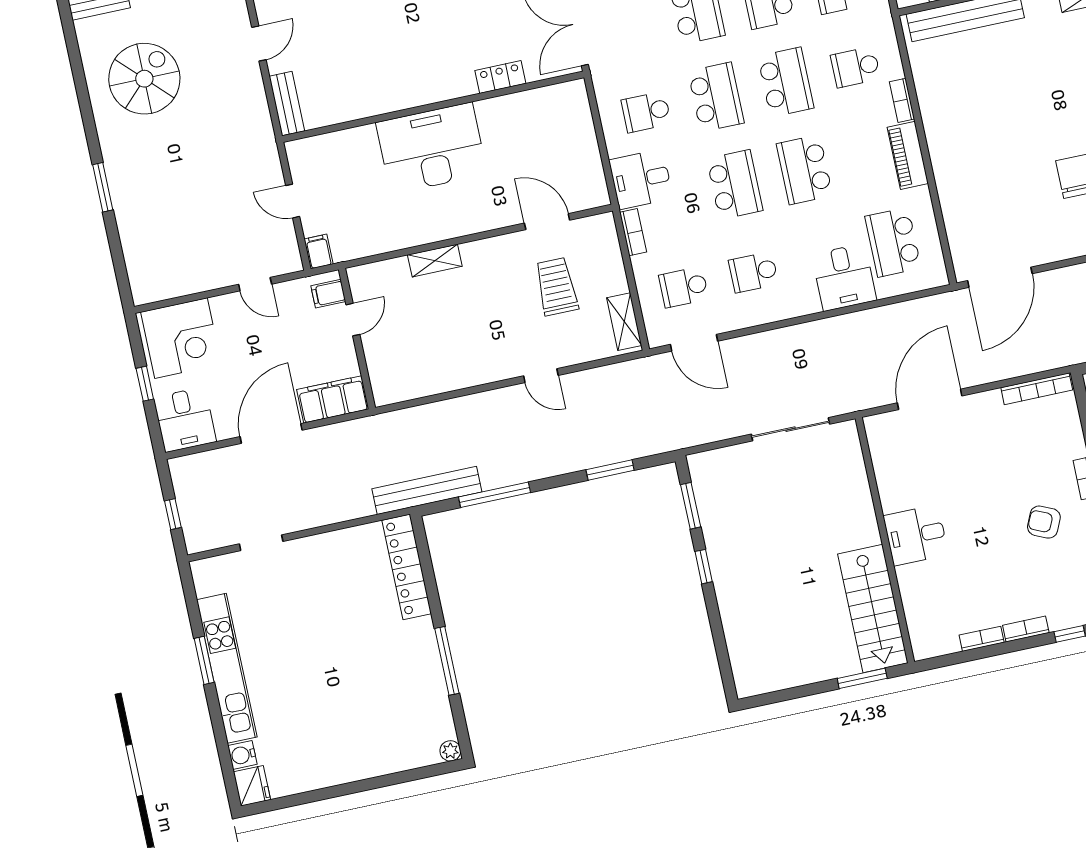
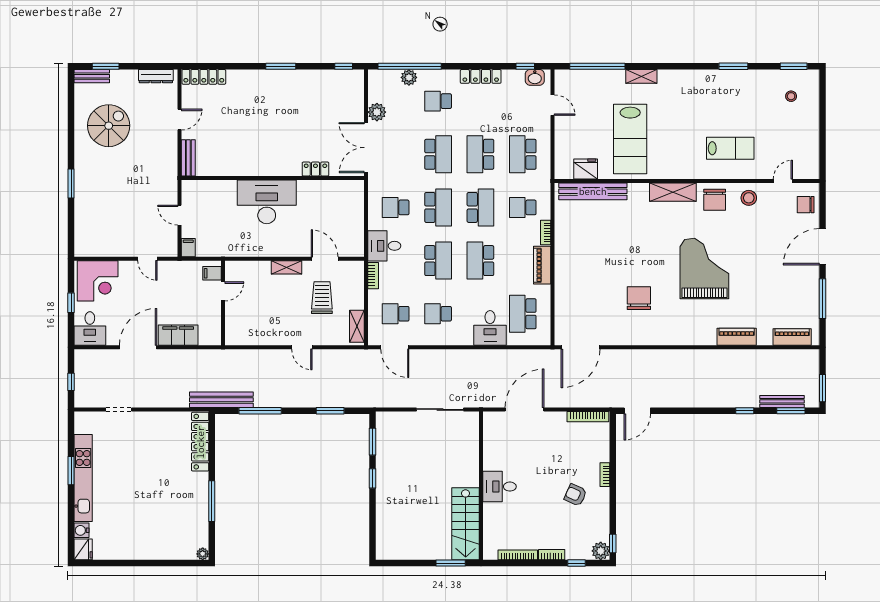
shelving: (435, 261) -> (286, 267), moved
filing cabinet: (328, 294) -> (212, 273), moved
door: (353, 320) -> (223, 291), moved
wall: (357, 339) -> (223, 303), moved
bookcase: (982, 639) -> (518, 555), width x1.56

